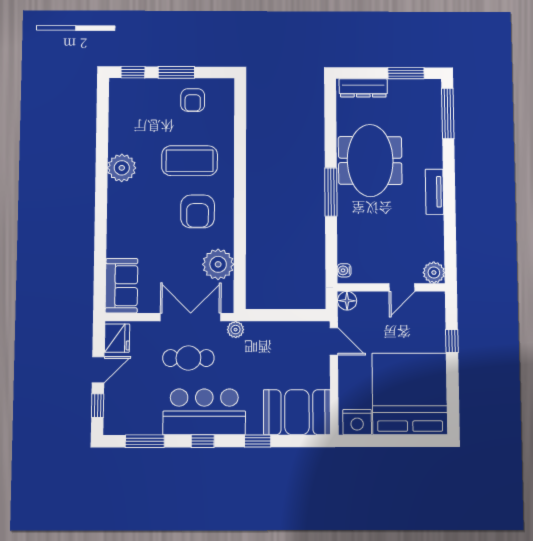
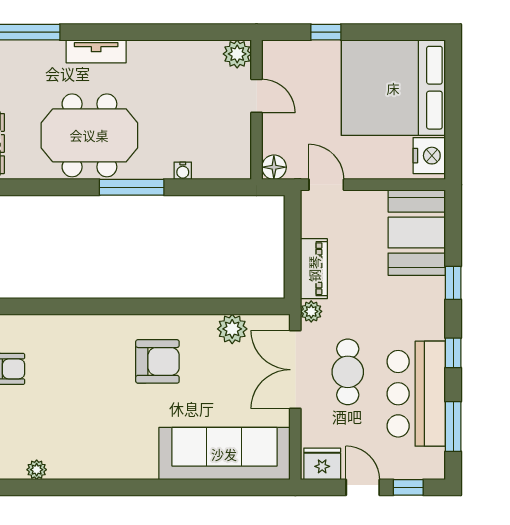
coffee table: (190, 161) -> (90, 372), removed
plant: (122, 168) -> (37, 470), moved, width x0.53, depth x0.53
tv unit: (435, 192) -> (96, 51), moved
plant: (218, 264) -> (232, 329), width x0.73, depth x0.73
water cooler: (344, 270) -> (183, 171), moved
sofa: (121, 286) -> (224, 454), width x1.85, depth x1.27
piano: (269, 332) -> (314, 269), added
door: (334, 341) -> (326, 185), hinge flipped
bar counter: (204, 412) -> (416, 394), moved

